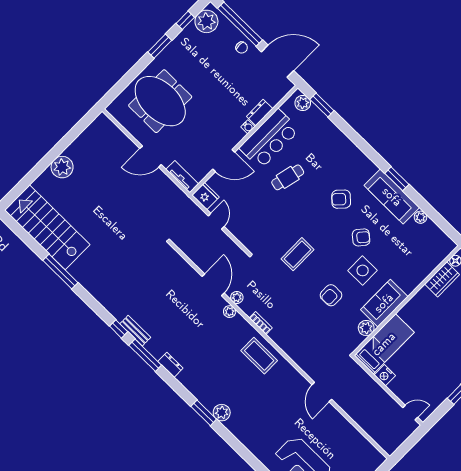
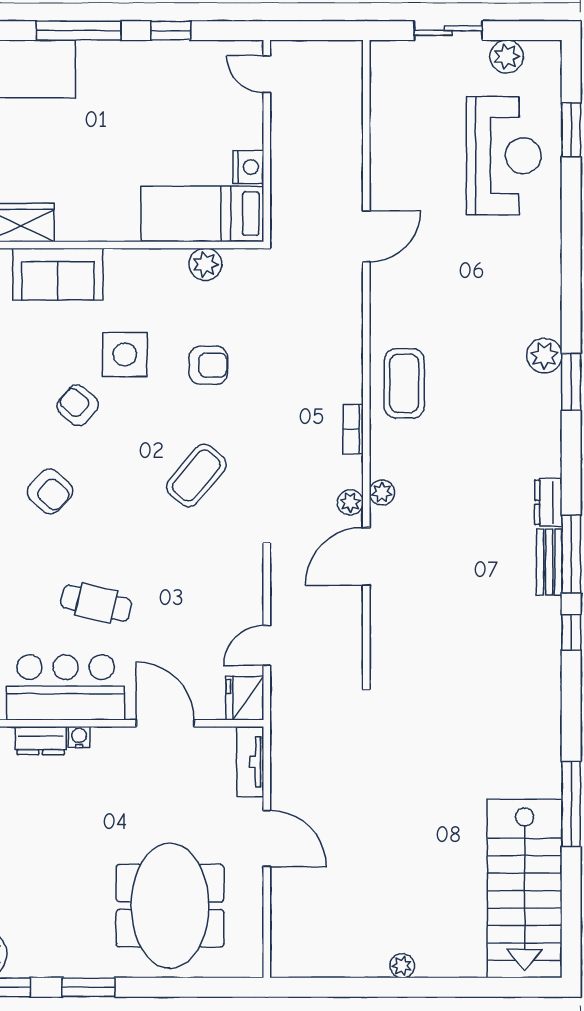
plant: (62, 167) -> (402, 966), width x0.53, depth x0.53
coffee table: (297, 254) -> (196, 475), turned -50
sofa: (384, 303) -> (58, 274), moved
bench: (135, 331) -> (549, 562), moved

